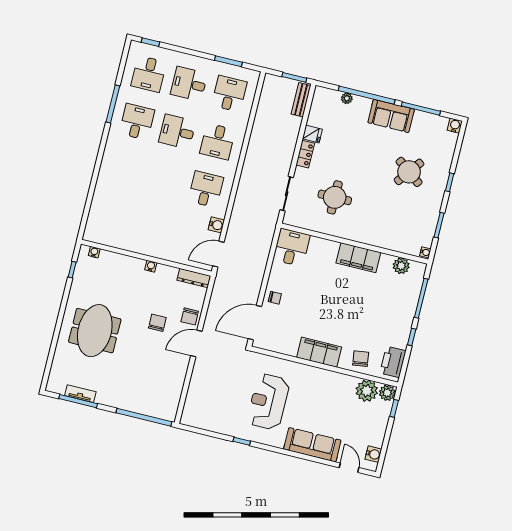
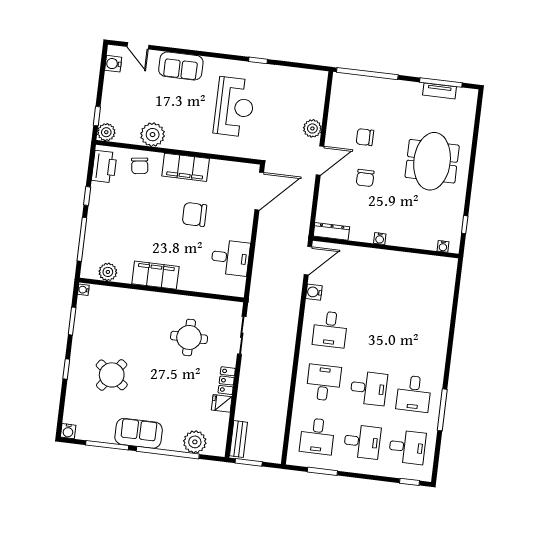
desk: (149, 74) -> (407, 447), turned 90
plant: (347, 98) -> (195, 442), width x1.88, depth x1.88
desk: (291, 247) -> (230, 258), moved, turned -90
chair: (275, 298) -> (194, 214), moved, width x1.87, depth x1.87
chair: (190, 316) -> (365, 137), moved, turned -90
plant: (200, 374) -> (312, 128), added
plant: (367, 391) -> (153, 135), moved
sofa: (312, 445) -> (181, 66), width x0.73

